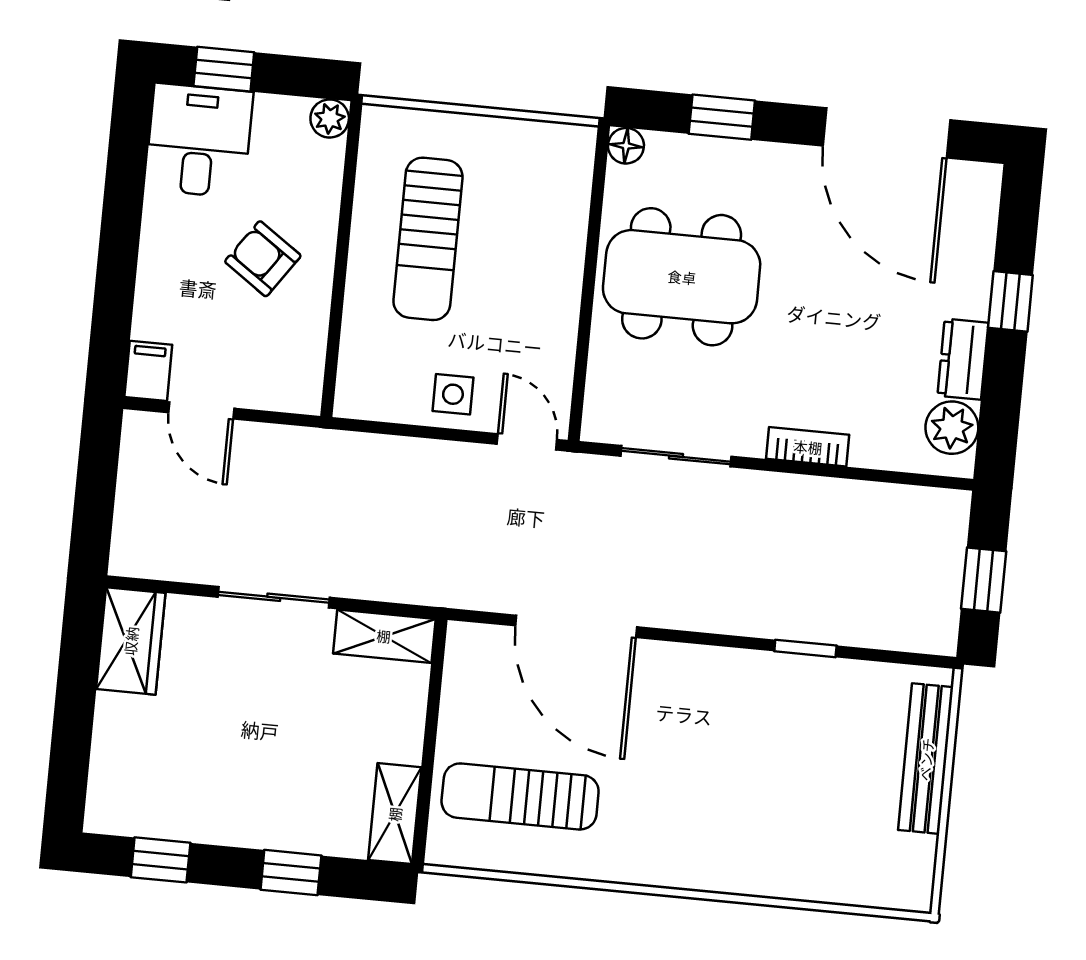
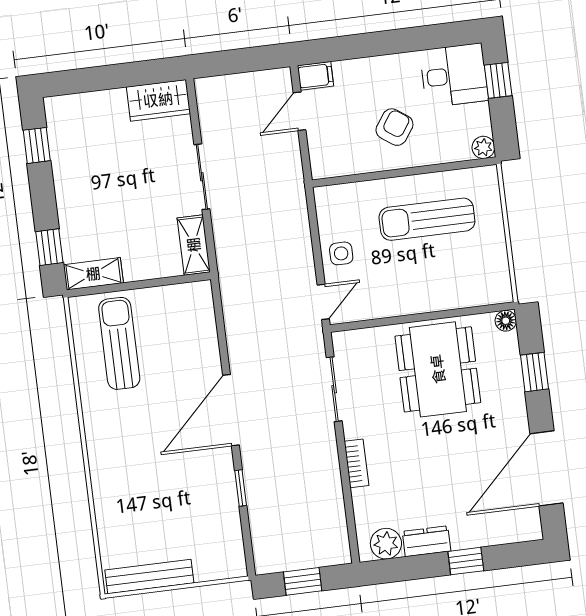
door: (576, 626) -> (231, 410), moved
bench: (926, 759) -> (149, 576), moved
window: (291, 873) -> (49, 247), moved

